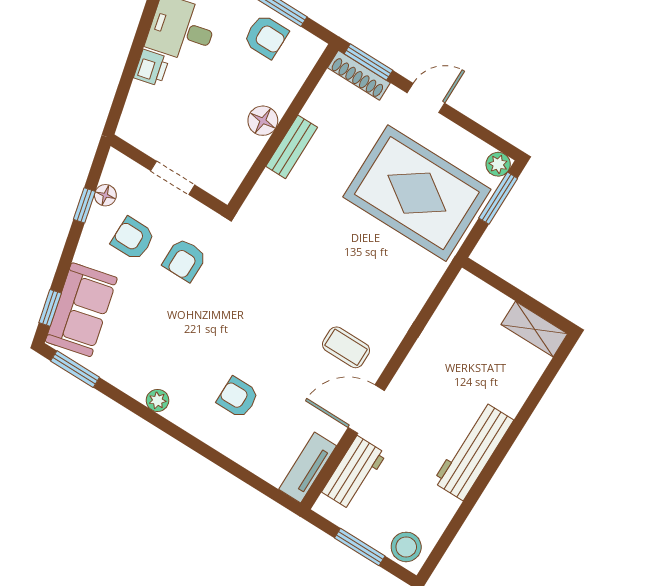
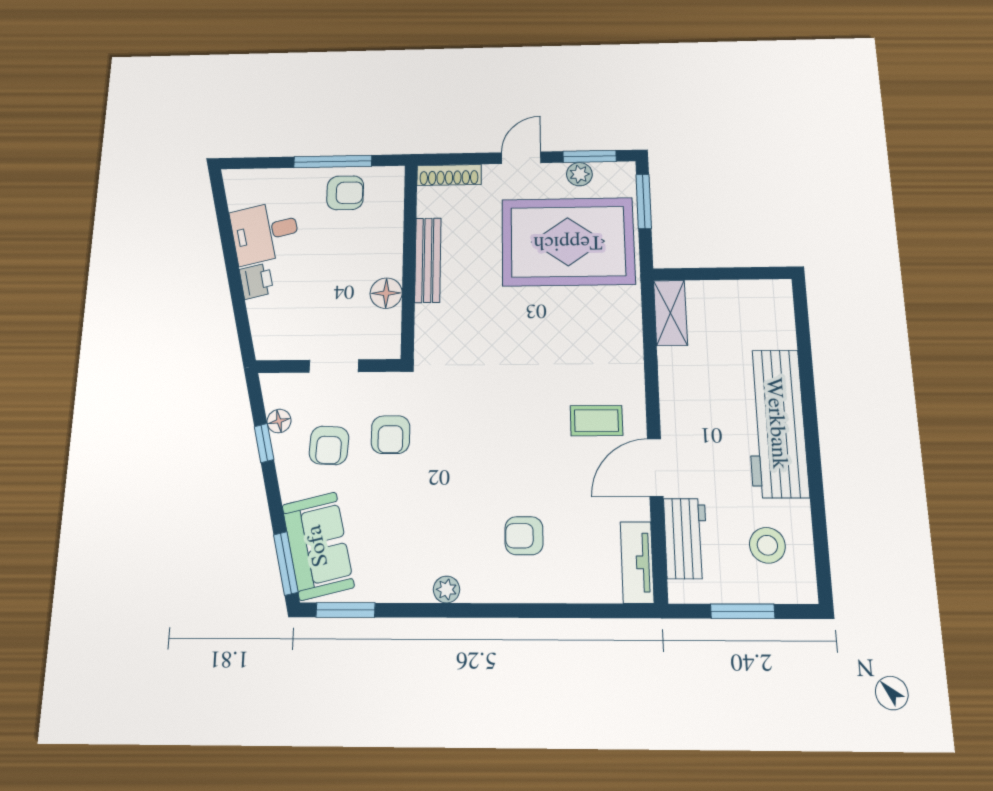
window: (368, 62) -> (590, 156), moved
floor lamp: (263, 121) -> (386, 293), moved
bench: (292, 147) -> (428, 260), width x1.36
plant: (498, 164) -> (579, 174), moved
armchair: (133, 239) -> (329, 445), turned -87
window: (50, 308) -> (286, 563), width x1.50
shelving: (534, 329) -> (670, 313), moved, turned 90
workbench: (473, 451) -> (776, 423), width x1.36, depth x1.32
stool: (406, 547) -> (767, 545), moved

